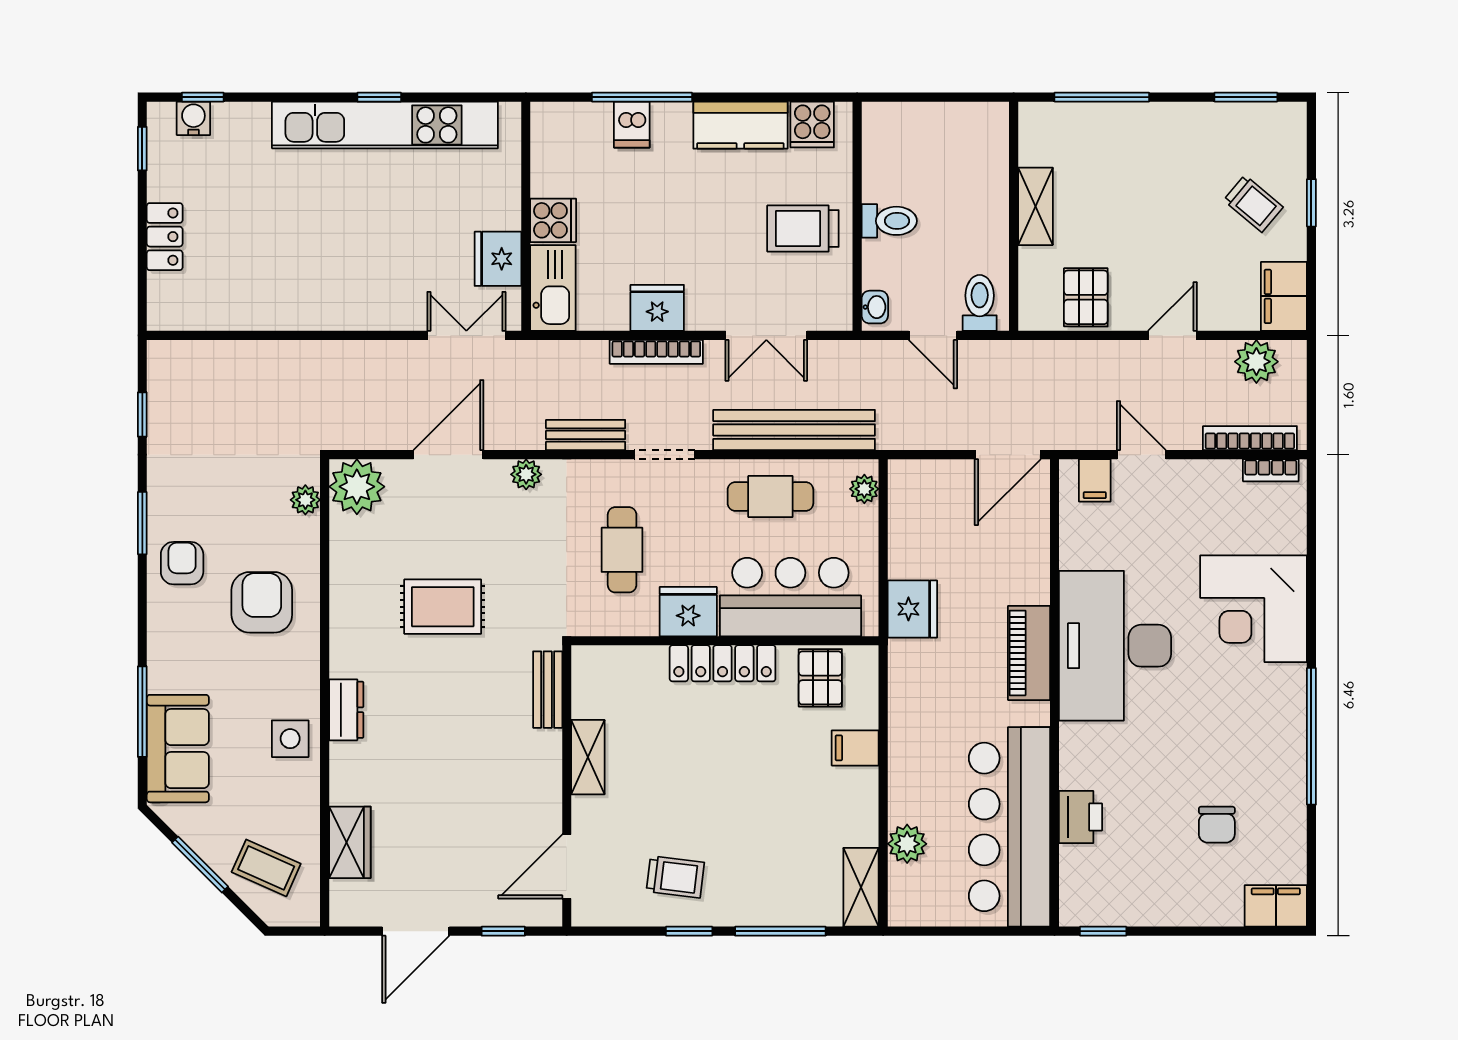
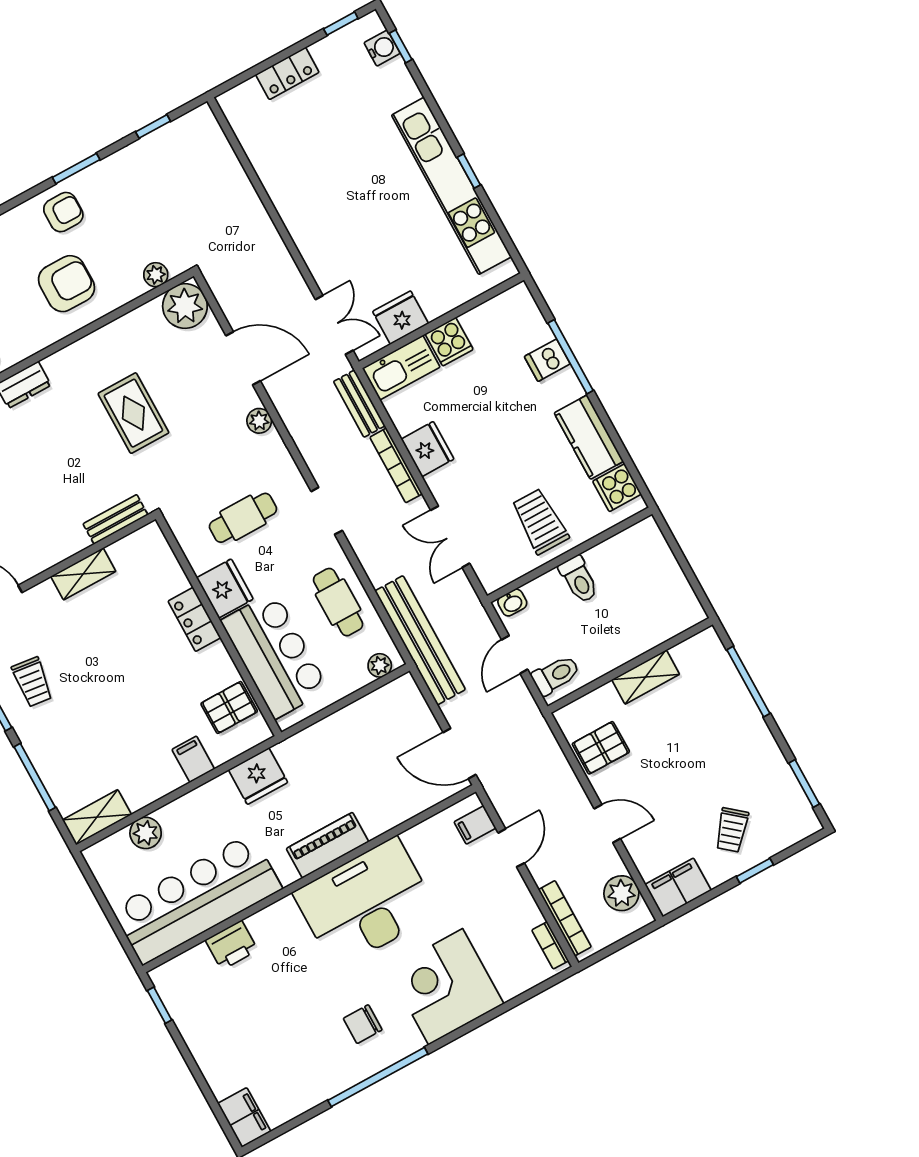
bench: (794, 430) -> (420, 640), moved
bench: (586, 435) -> (359, 404), moved
fridge: (912, 609) -> (258, 776), moved
locker: (723, 663) -> (194, 619), width x0.66
chair: (1217, 825) -> (363, 1024), moved

